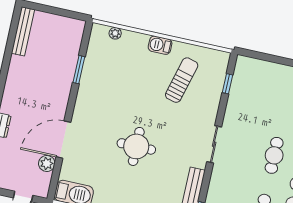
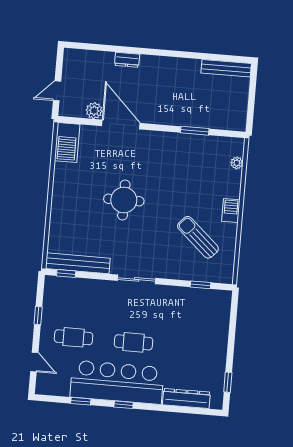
sun lounger: (182, 80) -> (198, 237), turned -153

